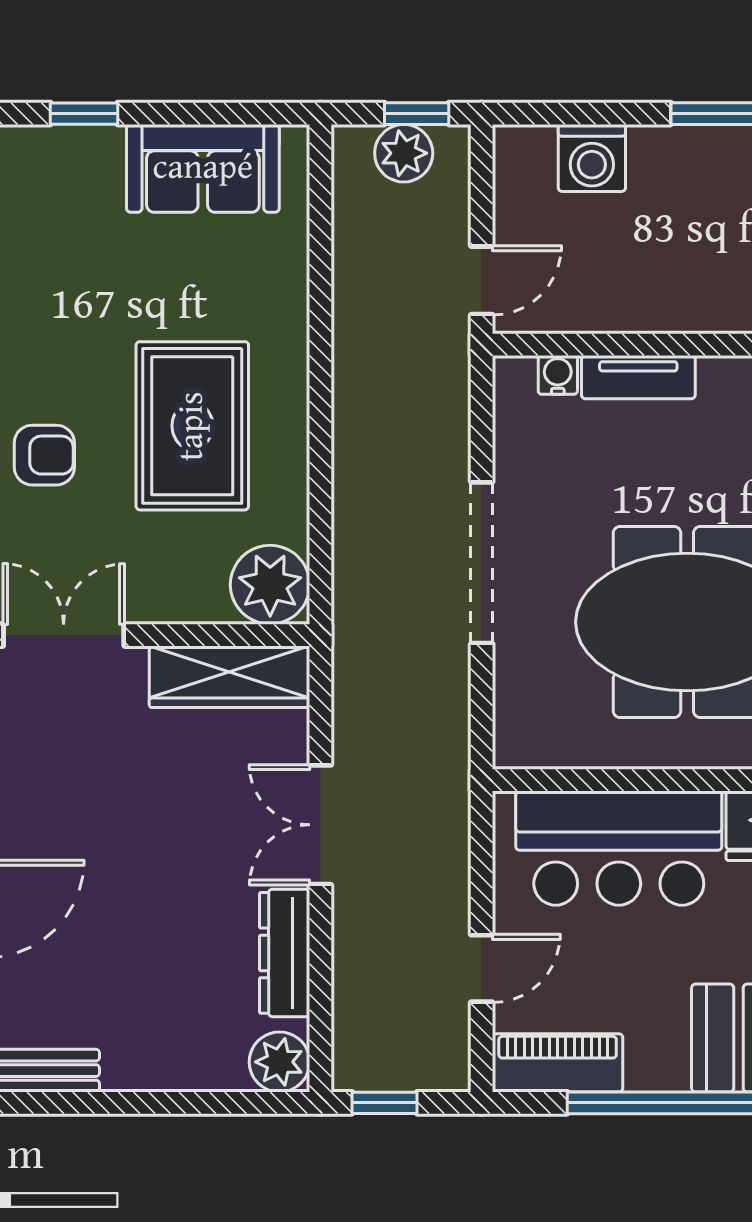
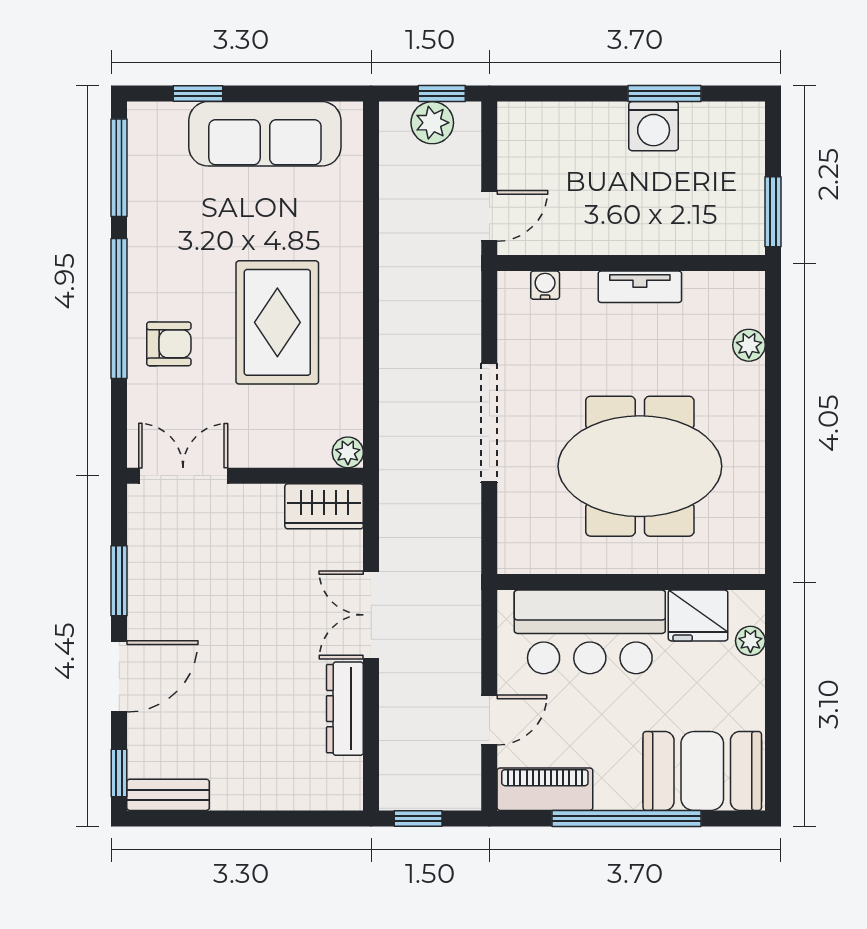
washing machine: (592, 158) -> (654, 126), moved
sofa: (203, 168) -> (265, 134), width x1.36
tv unit: (638, 377) -> (640, 287), moved
plant: (270, 585) -> (348, 452), width x0.53, depth x0.53
wardrobe: (229, 677) -> (324, 506), width x0.67
plant: (279, 1062) -> (341, 789), removed

